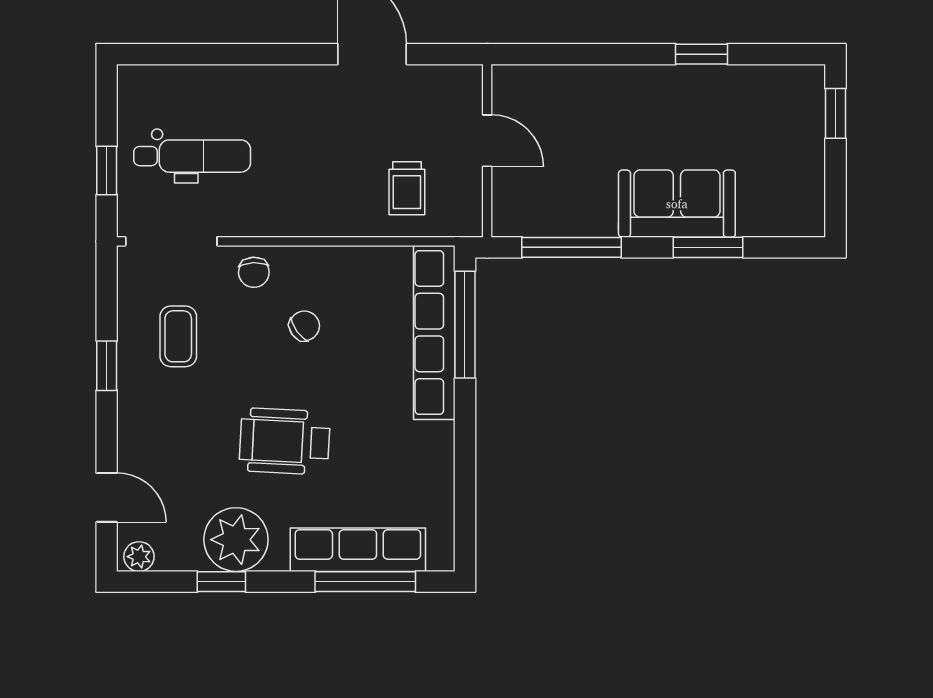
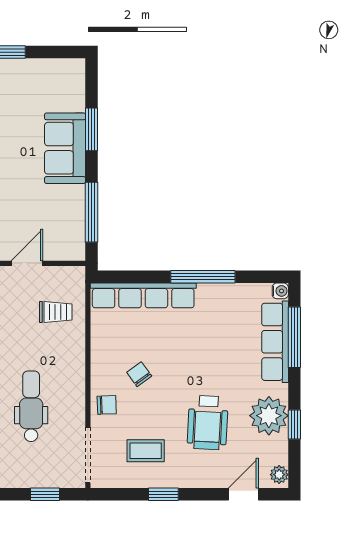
dental chair: (192, 156) -> (31, 406), moved
window: (465, 325) -> (203, 277), moved
wheelchair: (285, 441) -> (208, 423), moved
water cooler: (442, 558) -> (280, 291), added

